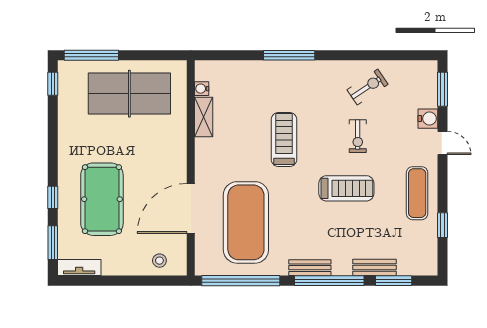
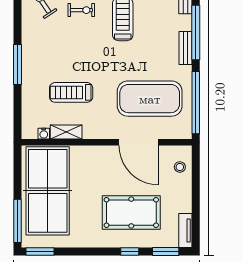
window: (53, 84) -> (40, 252), width x1.50
table tennis table: (129, 94) -> (48, 191), width x1.36, depth x1.32
treadmill: (284, 139) -> (71, 92), moved

